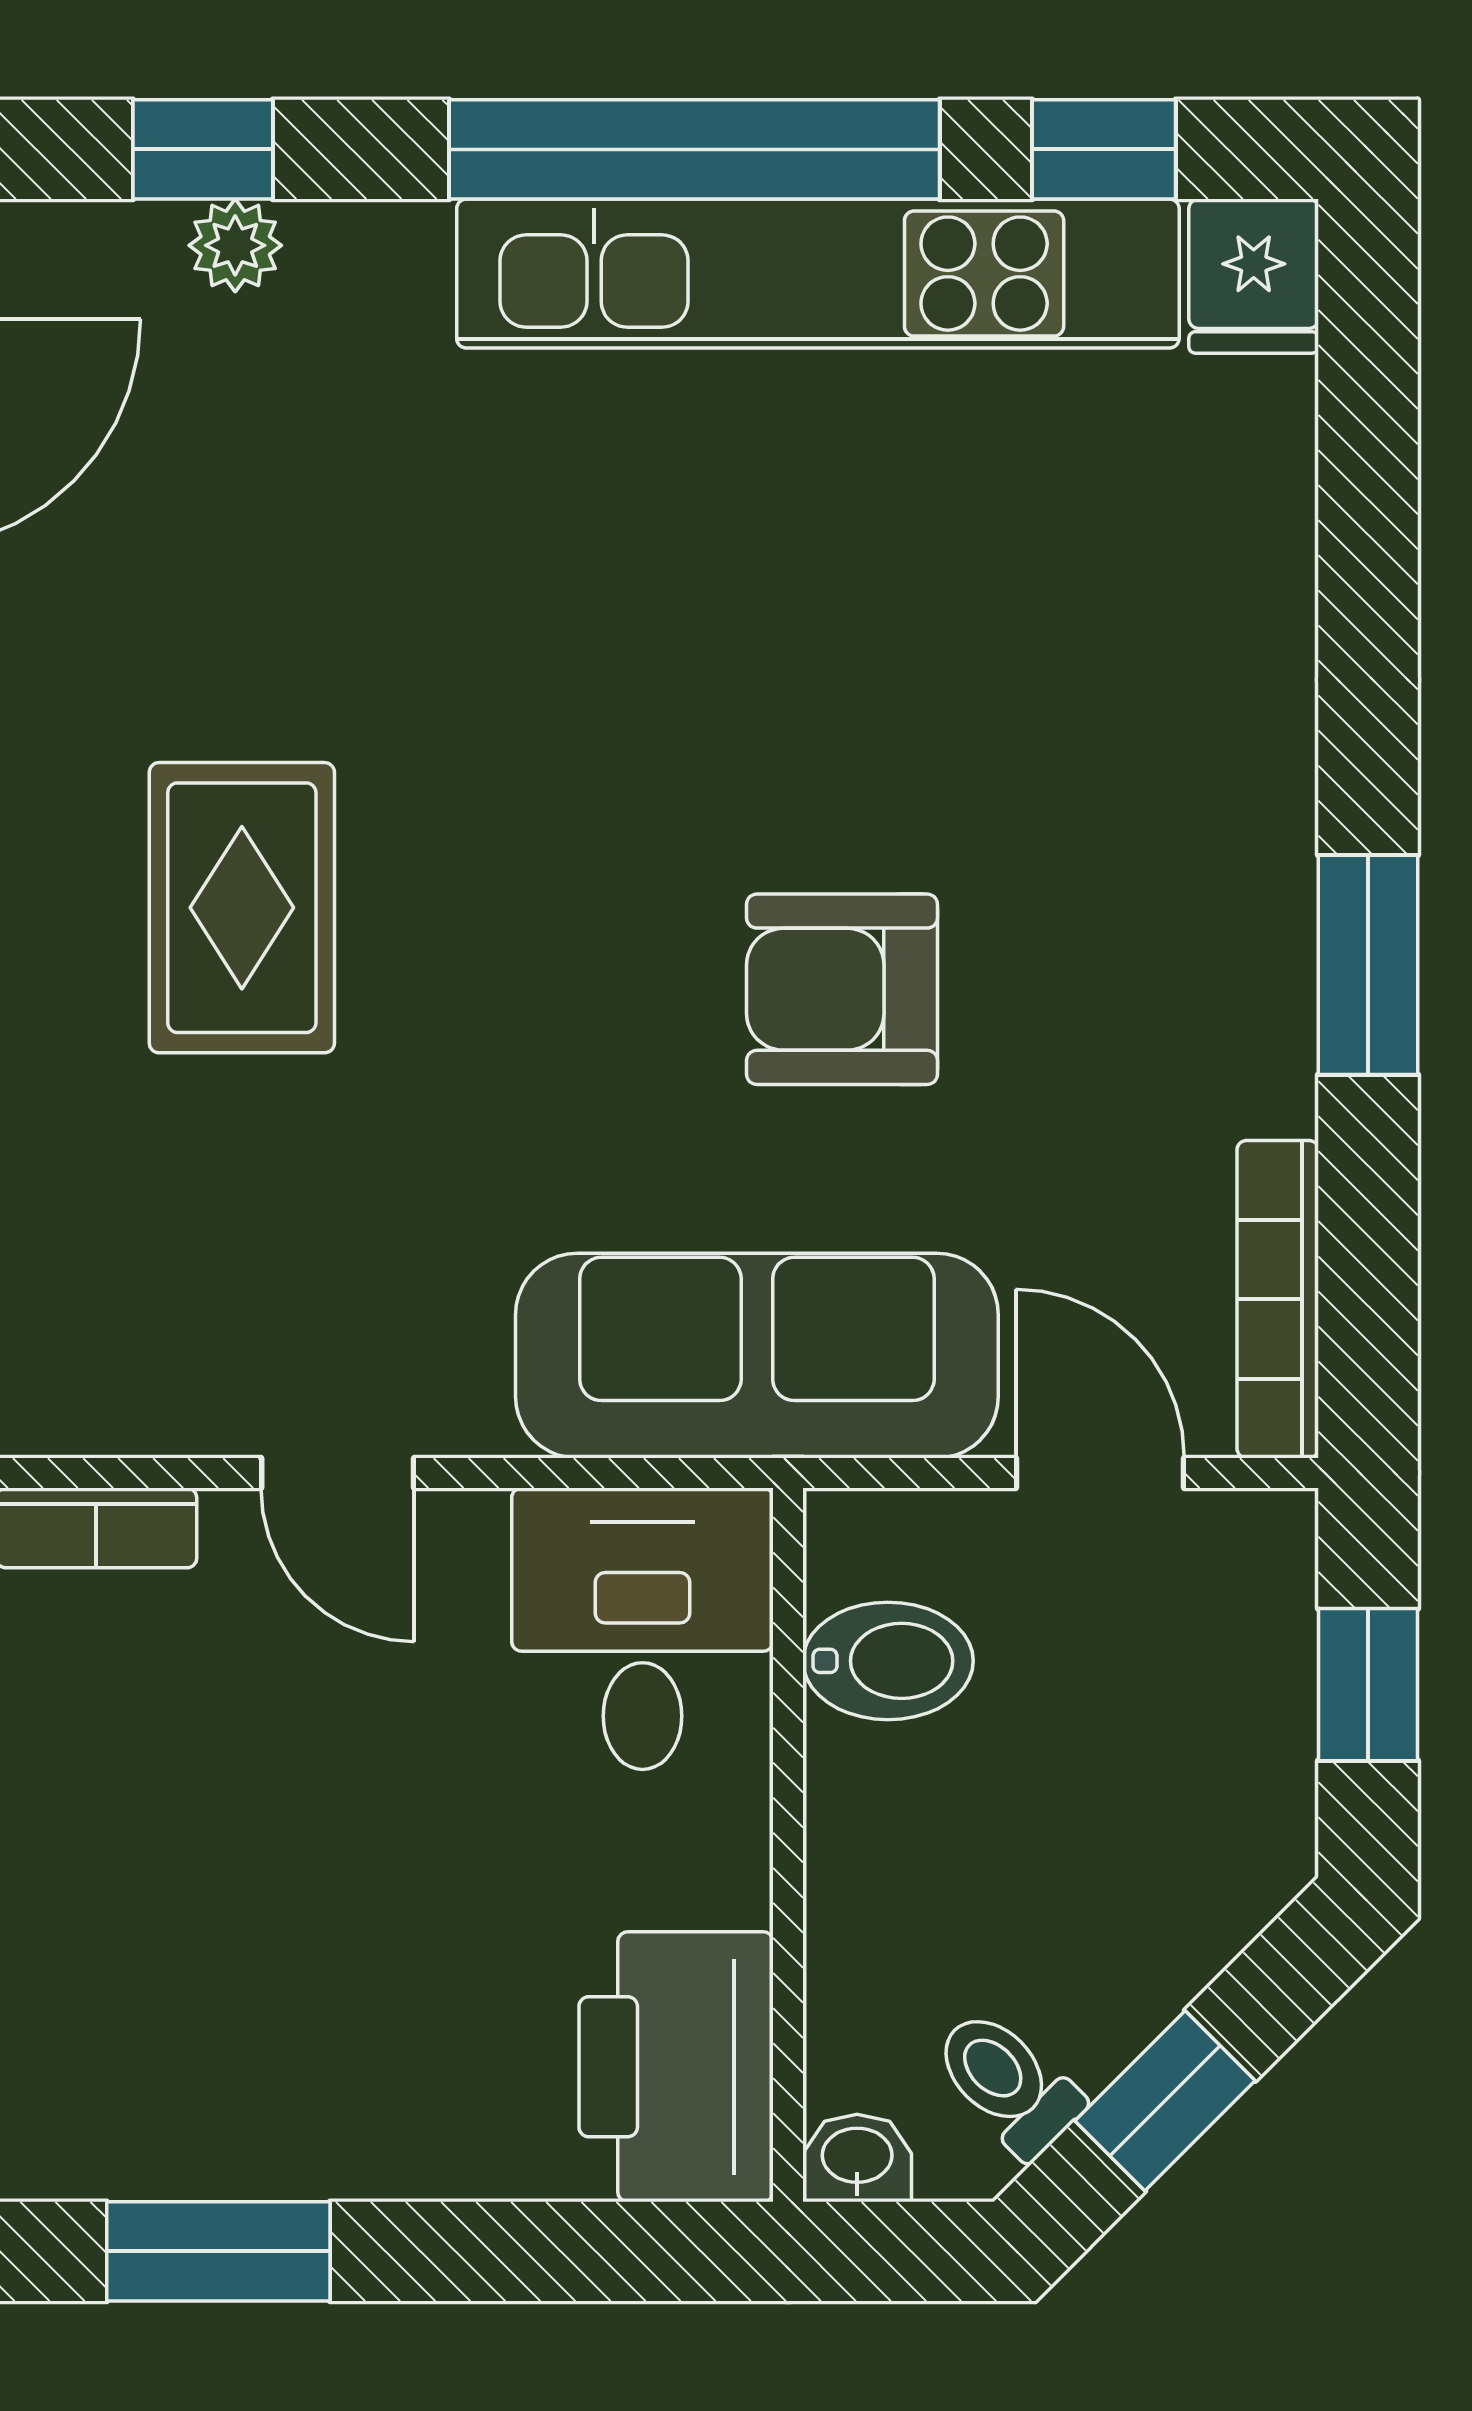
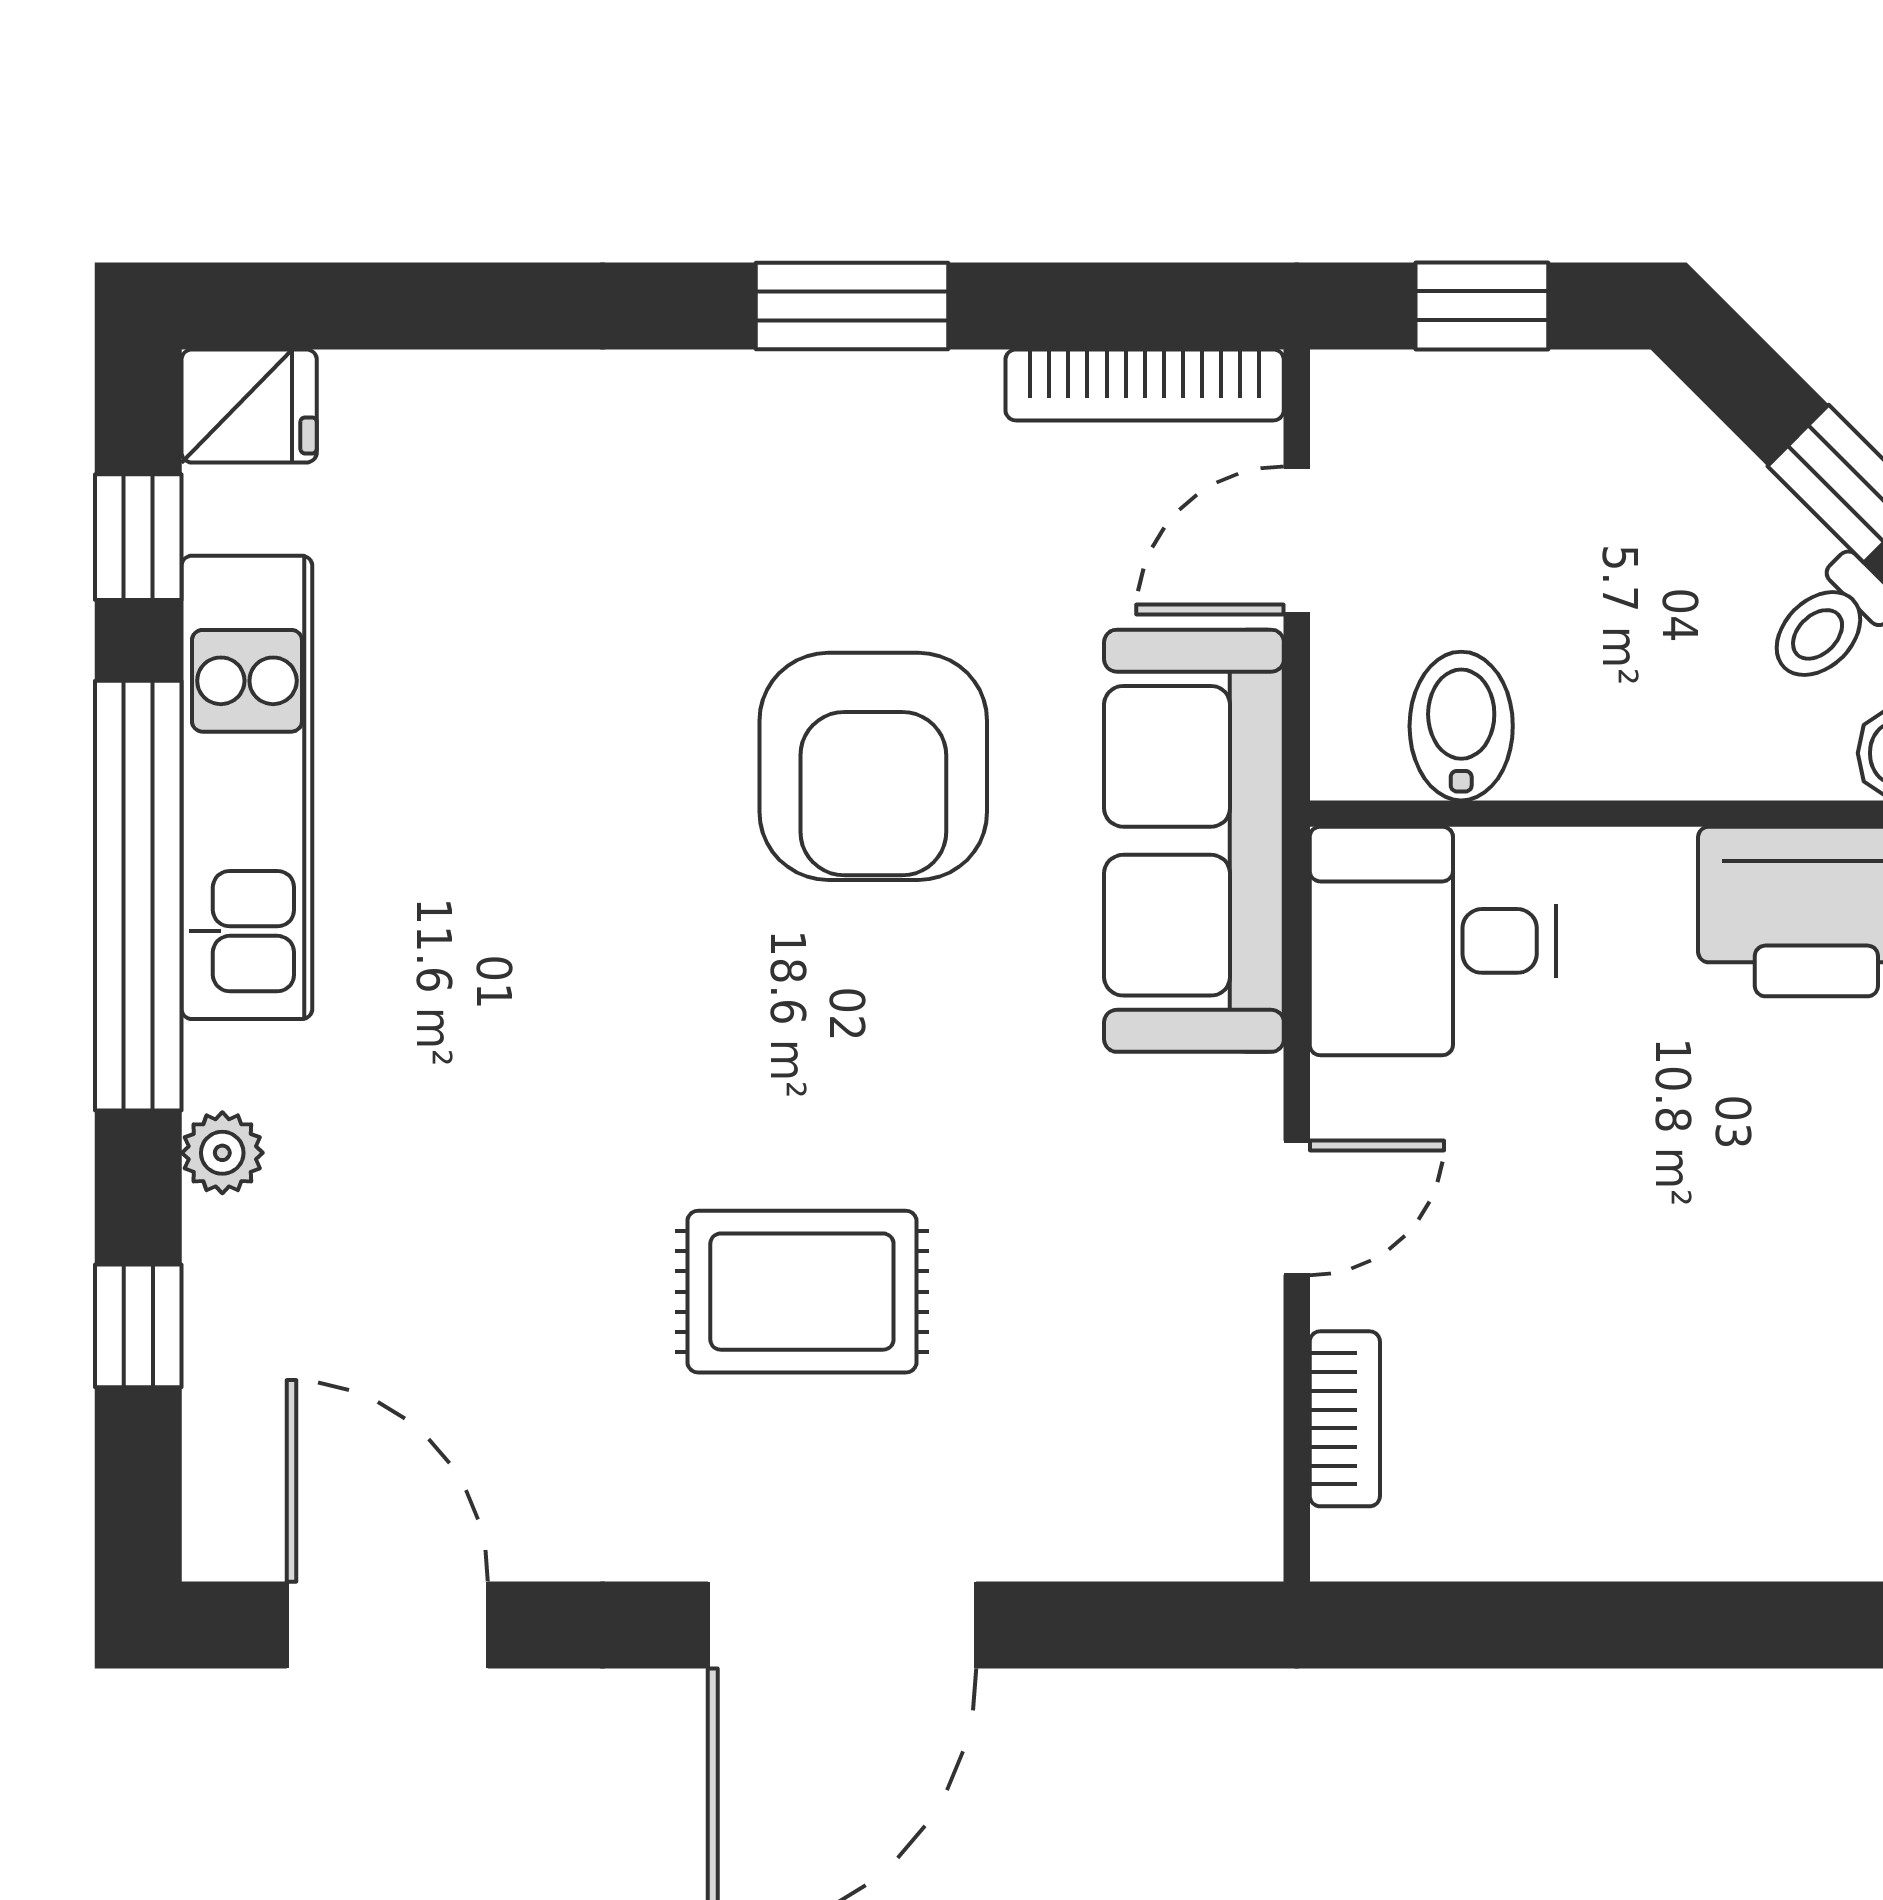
plant: (235, 245) -> (222, 1153), moved
kitchen unit: (818, 274) -> (247, 787), width x0.73
armchair: (842, 989) -> (873, 766), width x1.36, depth x1.36

